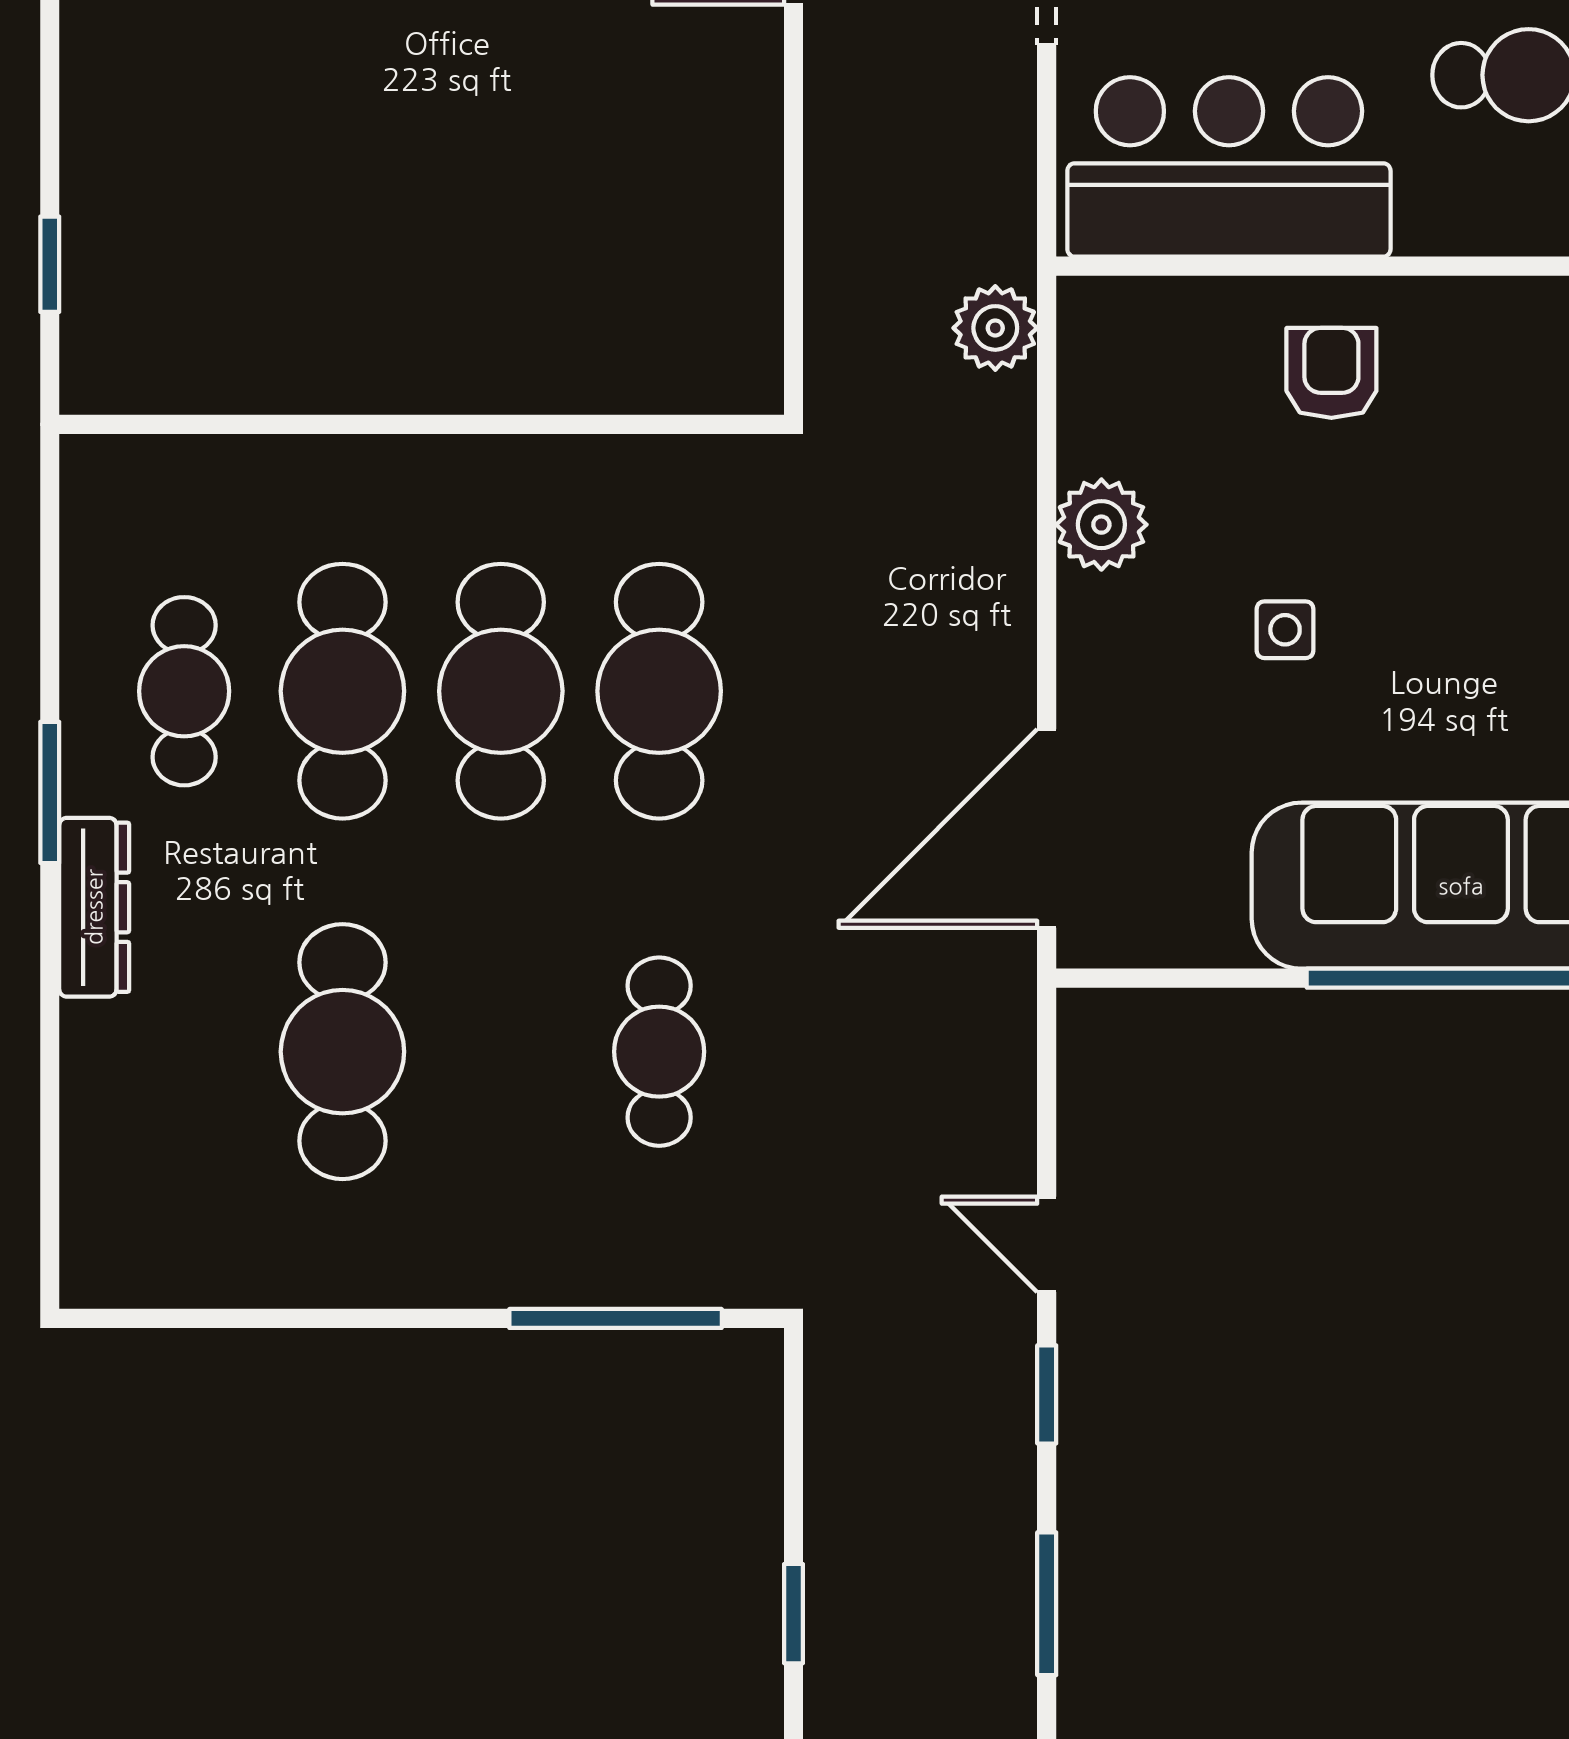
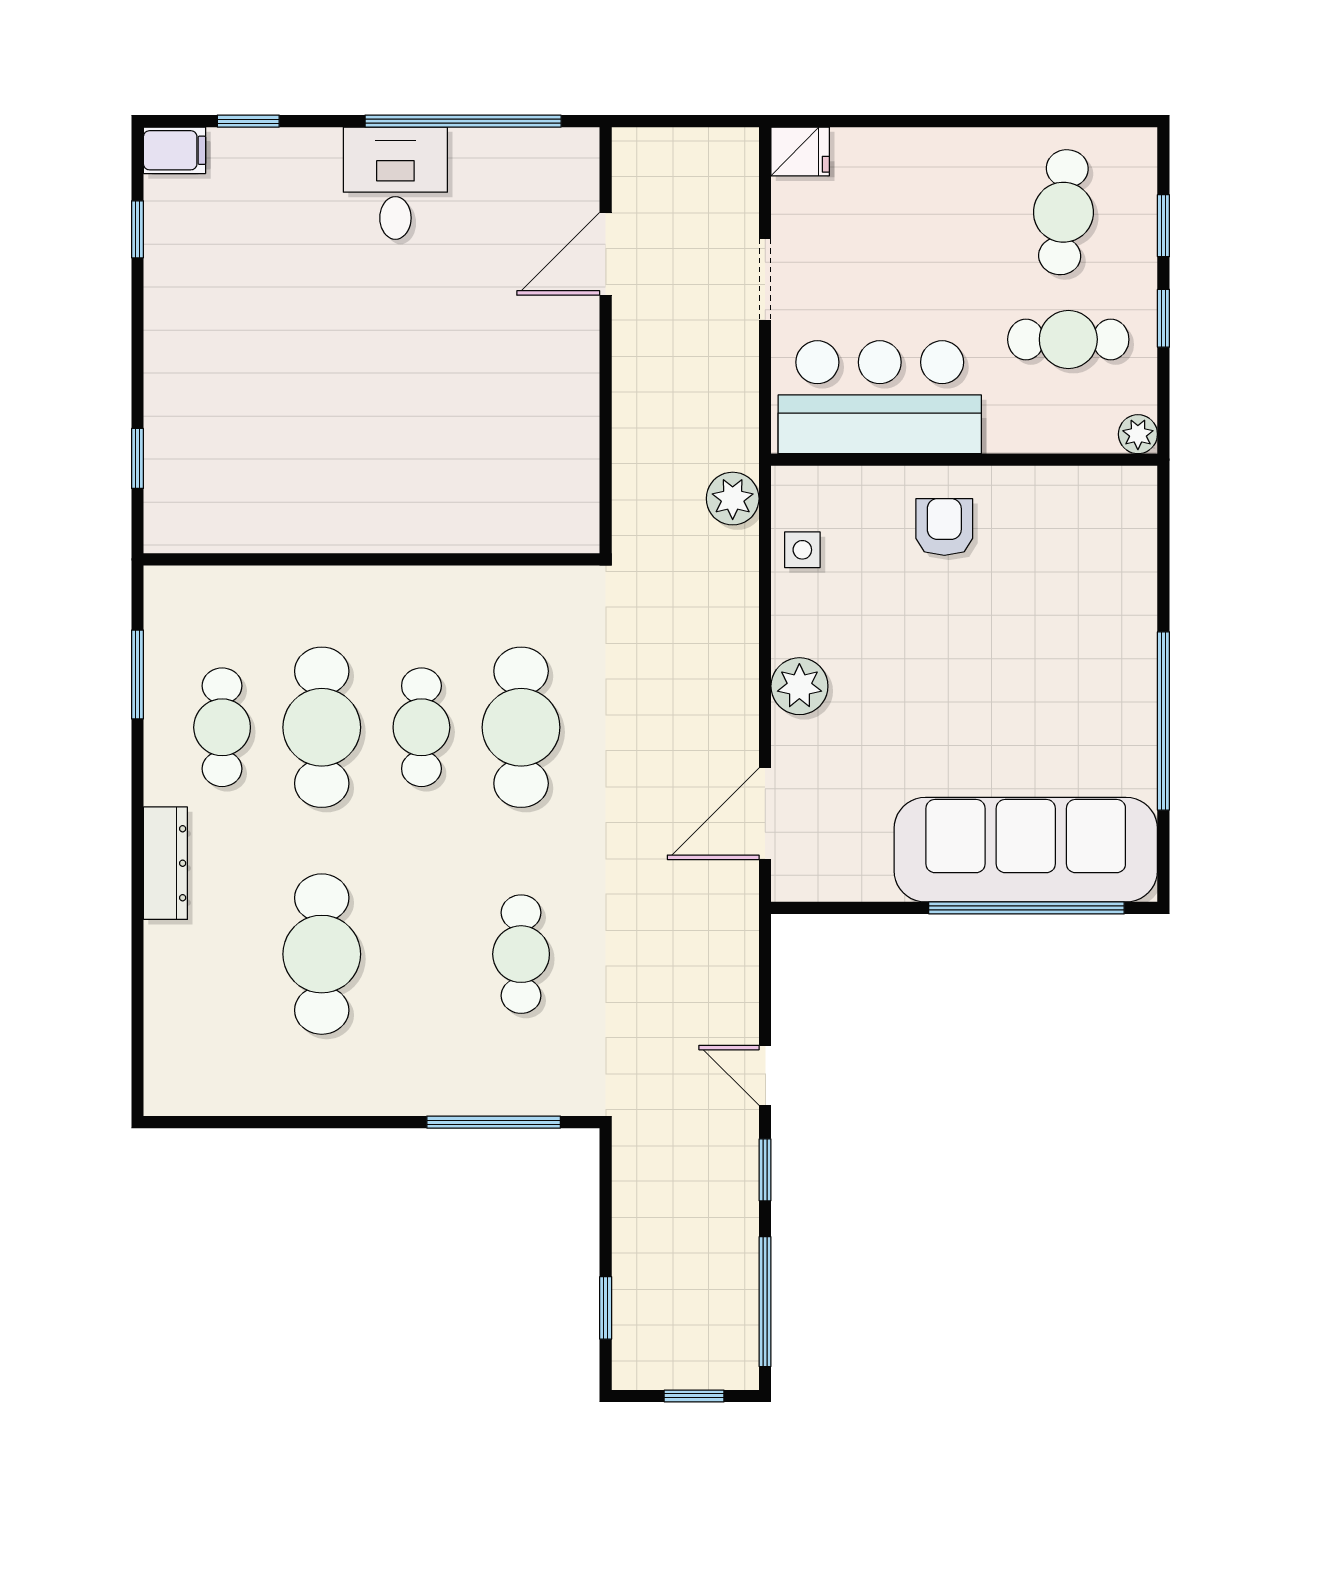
plant: (1101, 525) -> (799, 686), moved
side table: (1285, 630) -> (802, 550), moved
cafe table: (501, 691) -> (421, 727), width x0.73, depth x0.74
window: (50, 792) -> (137, 675), moved
door: (1047, 829) -> (765, 814), width x0.73
window: (1047, 1604) -> (765, 1302), width x1.44

